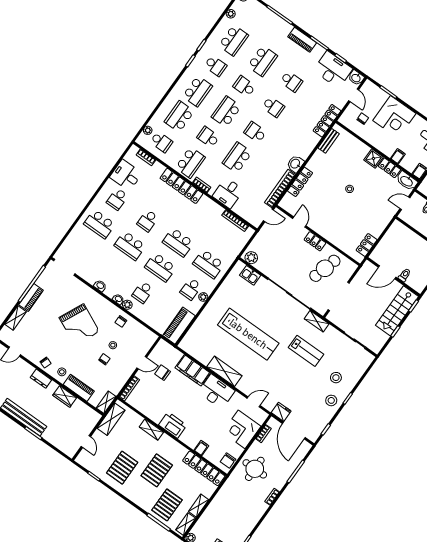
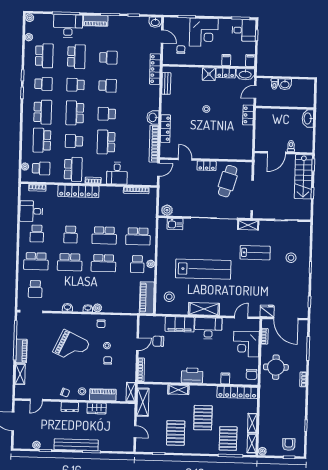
desk: (333, 70) -> (68, 26), moved
locker: (367, 245) -> (248, 115), moved
school desk: (143, 292) -> (35, 289), moved
stool: (331, 400) -> (169, 297), moved

